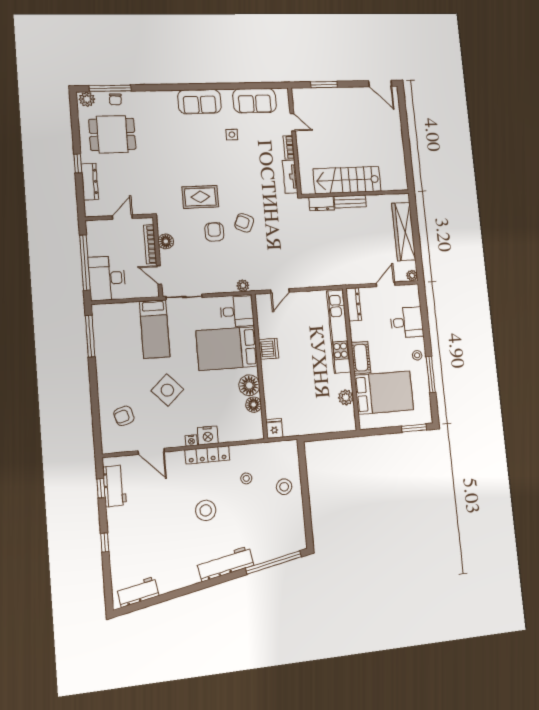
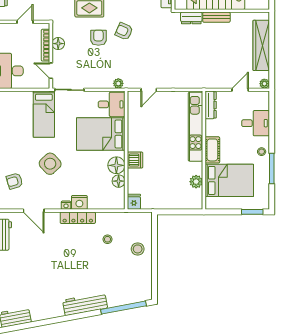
dishwasher: (269, 349) -> (135, 160), moved
stool: (206, 510) -> (73, 261), removed

